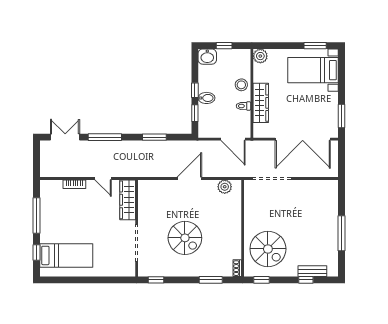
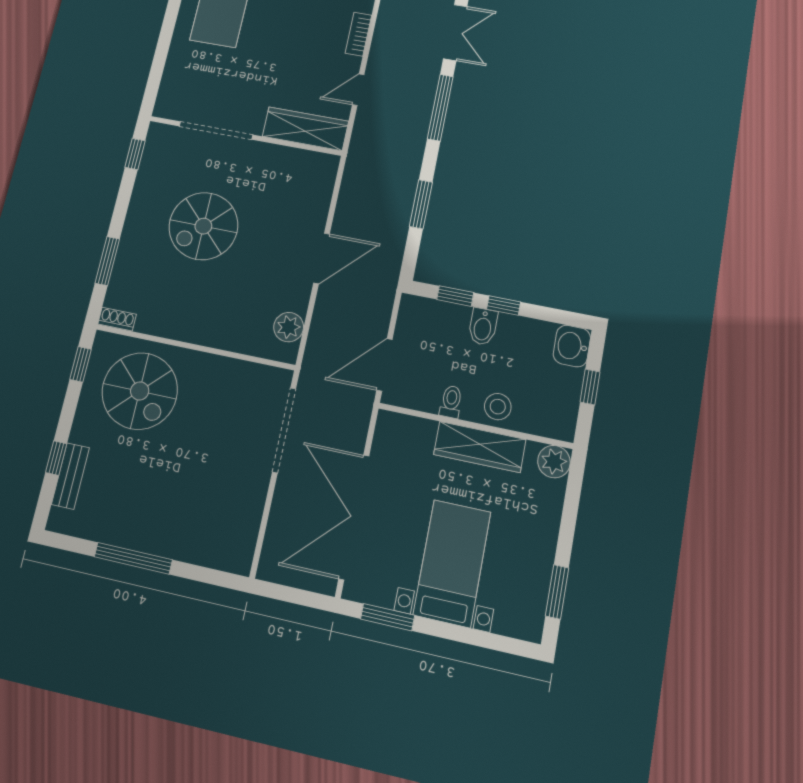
bed with nightstands: (313, 70) -> (452, 563), moved
wardrobe: (261, 103) -> (480, 447), moved
door: (189, 178) -> (321, 258), hinge flipped
spiral stairs: (268, 249) -> (140, 391), turned -90

